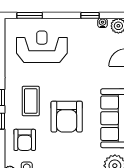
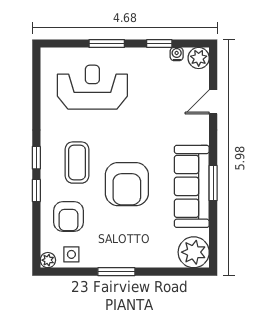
window: (30, 15) -> (107, 44), moved

